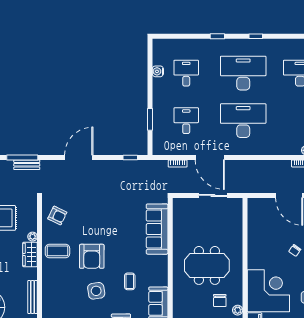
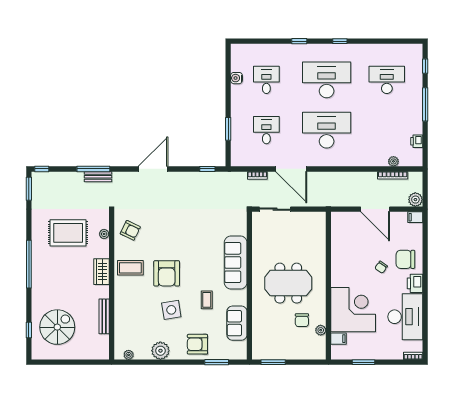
sliding door: (213, 195) -> (275, 209), moved
sofa: (157, 229) -> (236, 263), moved
plant: (33, 237) -> (104, 234), moved

